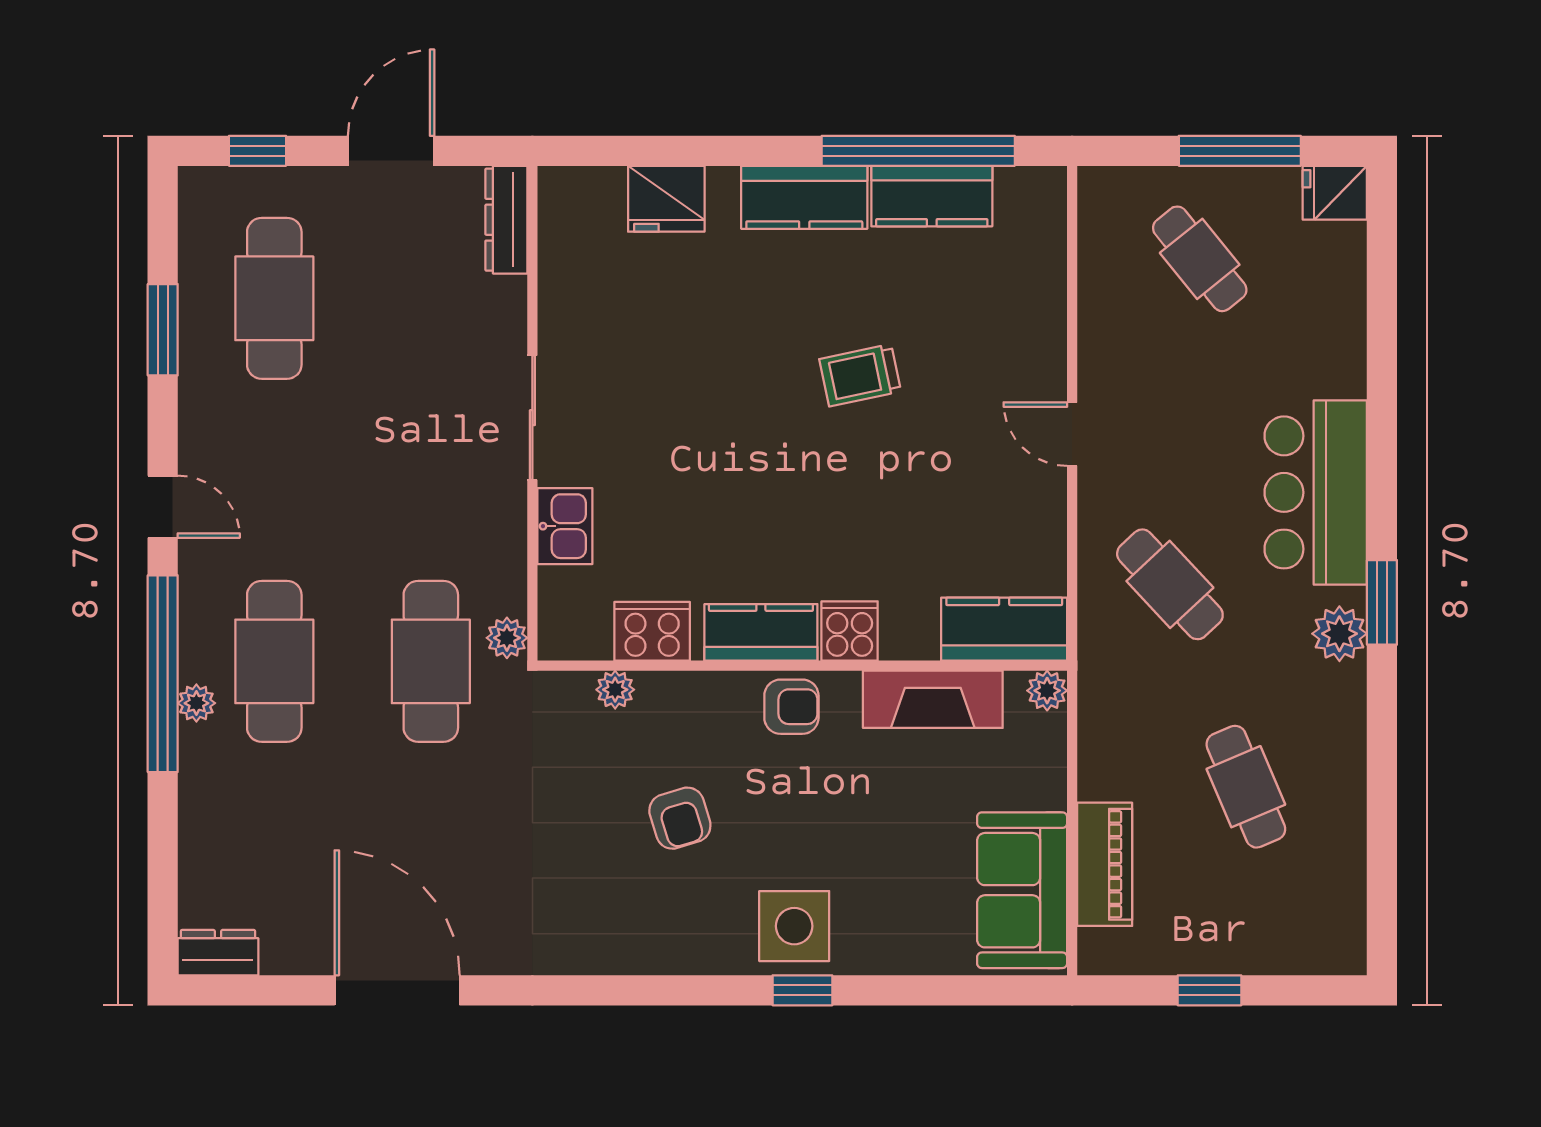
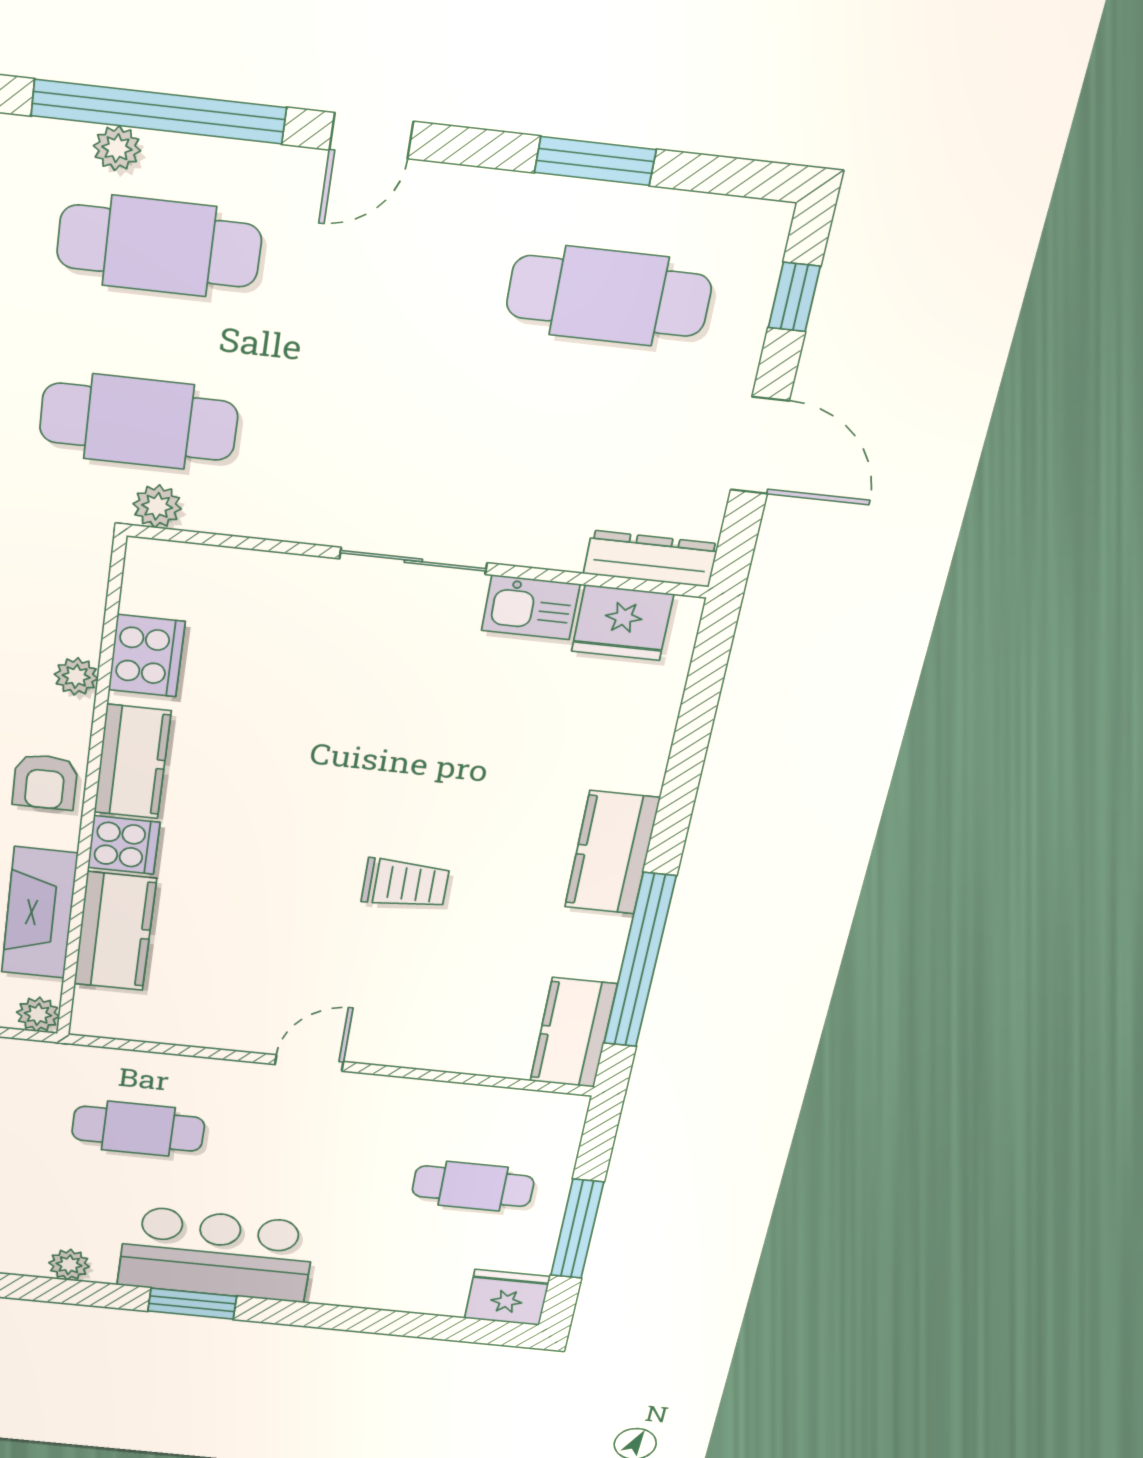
fridge: (1335, 193) -> (507, 1297), width x1.38
kitchen counter: (932, 196) -> (573, 1033), moved
fridge: (666, 199) -> (623, 623), moved, turned -90
cafe table: (1200, 259) -> (473, 1186), turned 39
trolley: (860, 375) -> (405, 884), turned 102
kitchen sink: (565, 526) -> (531, 607), moved
cafe table: (1170, 584) -> (138, 1129), turned 43
window: (1382, 602) -> (192, 1304), moved
kitchen counter: (1004, 629) -> (115, 931), moved
plant: (1339, 634) -> (69, 1265), width x0.73, depth x0.73
plant: (615, 690) -> (76, 676), moved

